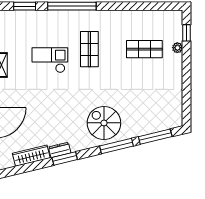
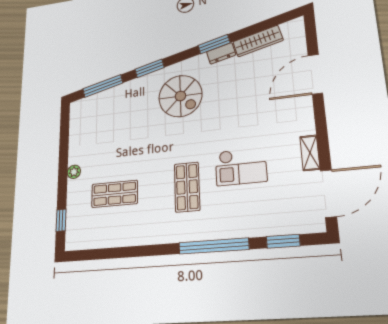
plant: (177, 48) -> (74, 172), moved
spiral stairs: (104, 123) -> (180, 96), moved
window: (116, 146) -> (150, 68), width x0.69

